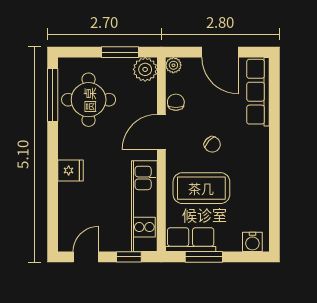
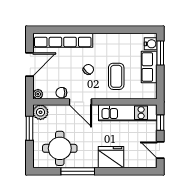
row of seats: (258, 92) -> (63, 40), width x1.36
window: (53, 95) -> (78, 171), moved
fridge: (71, 170) -> (111, 157), width x1.88, depth x1.34
coffee table: (201, 188) -> (116, 76), width x0.73, depth x0.76
row of seats: (191, 240) -> (149, 67), moved
window: (204, 257) -> (160, 53), moved

